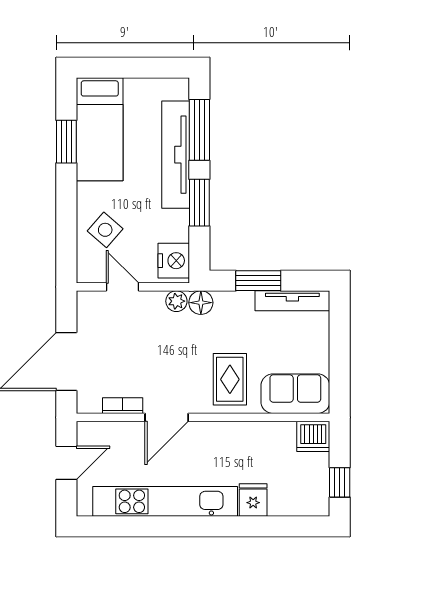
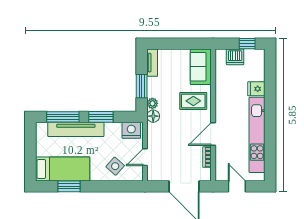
plant: (176, 301) -> (152, 103), moved
tv unit: (292, 301) -> (152, 63), width x0.71
door: (167, 417) -> (213, 134), swing flipped
dishwasher: (313, 436) -> (235, 57), moved, turned 90

